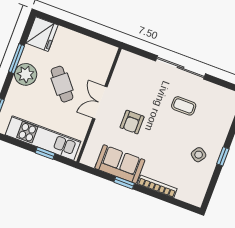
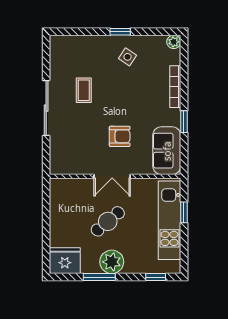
sofa: (120, 164) -> (167, 151), moved
plant: (197, 200) -> (174, 42), added

